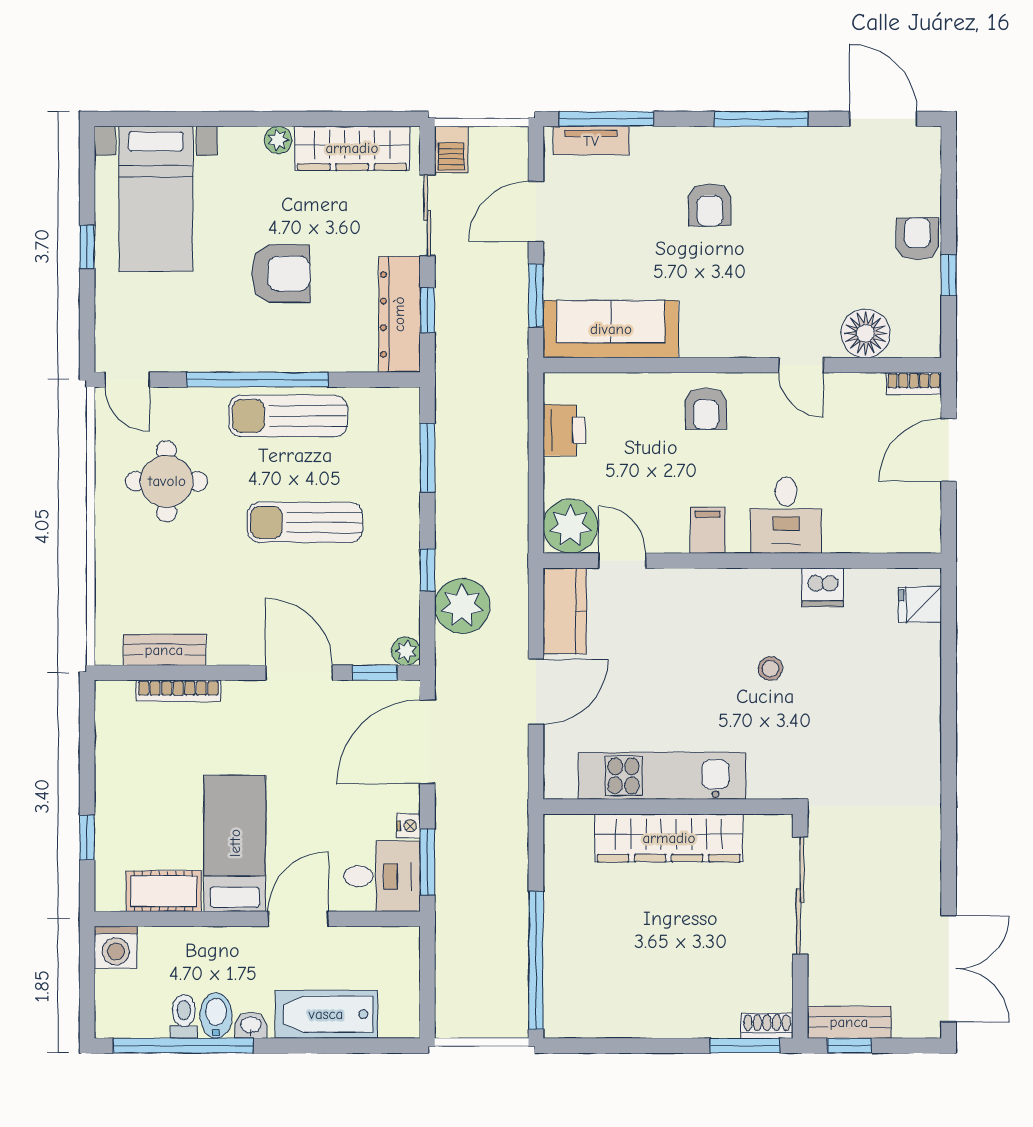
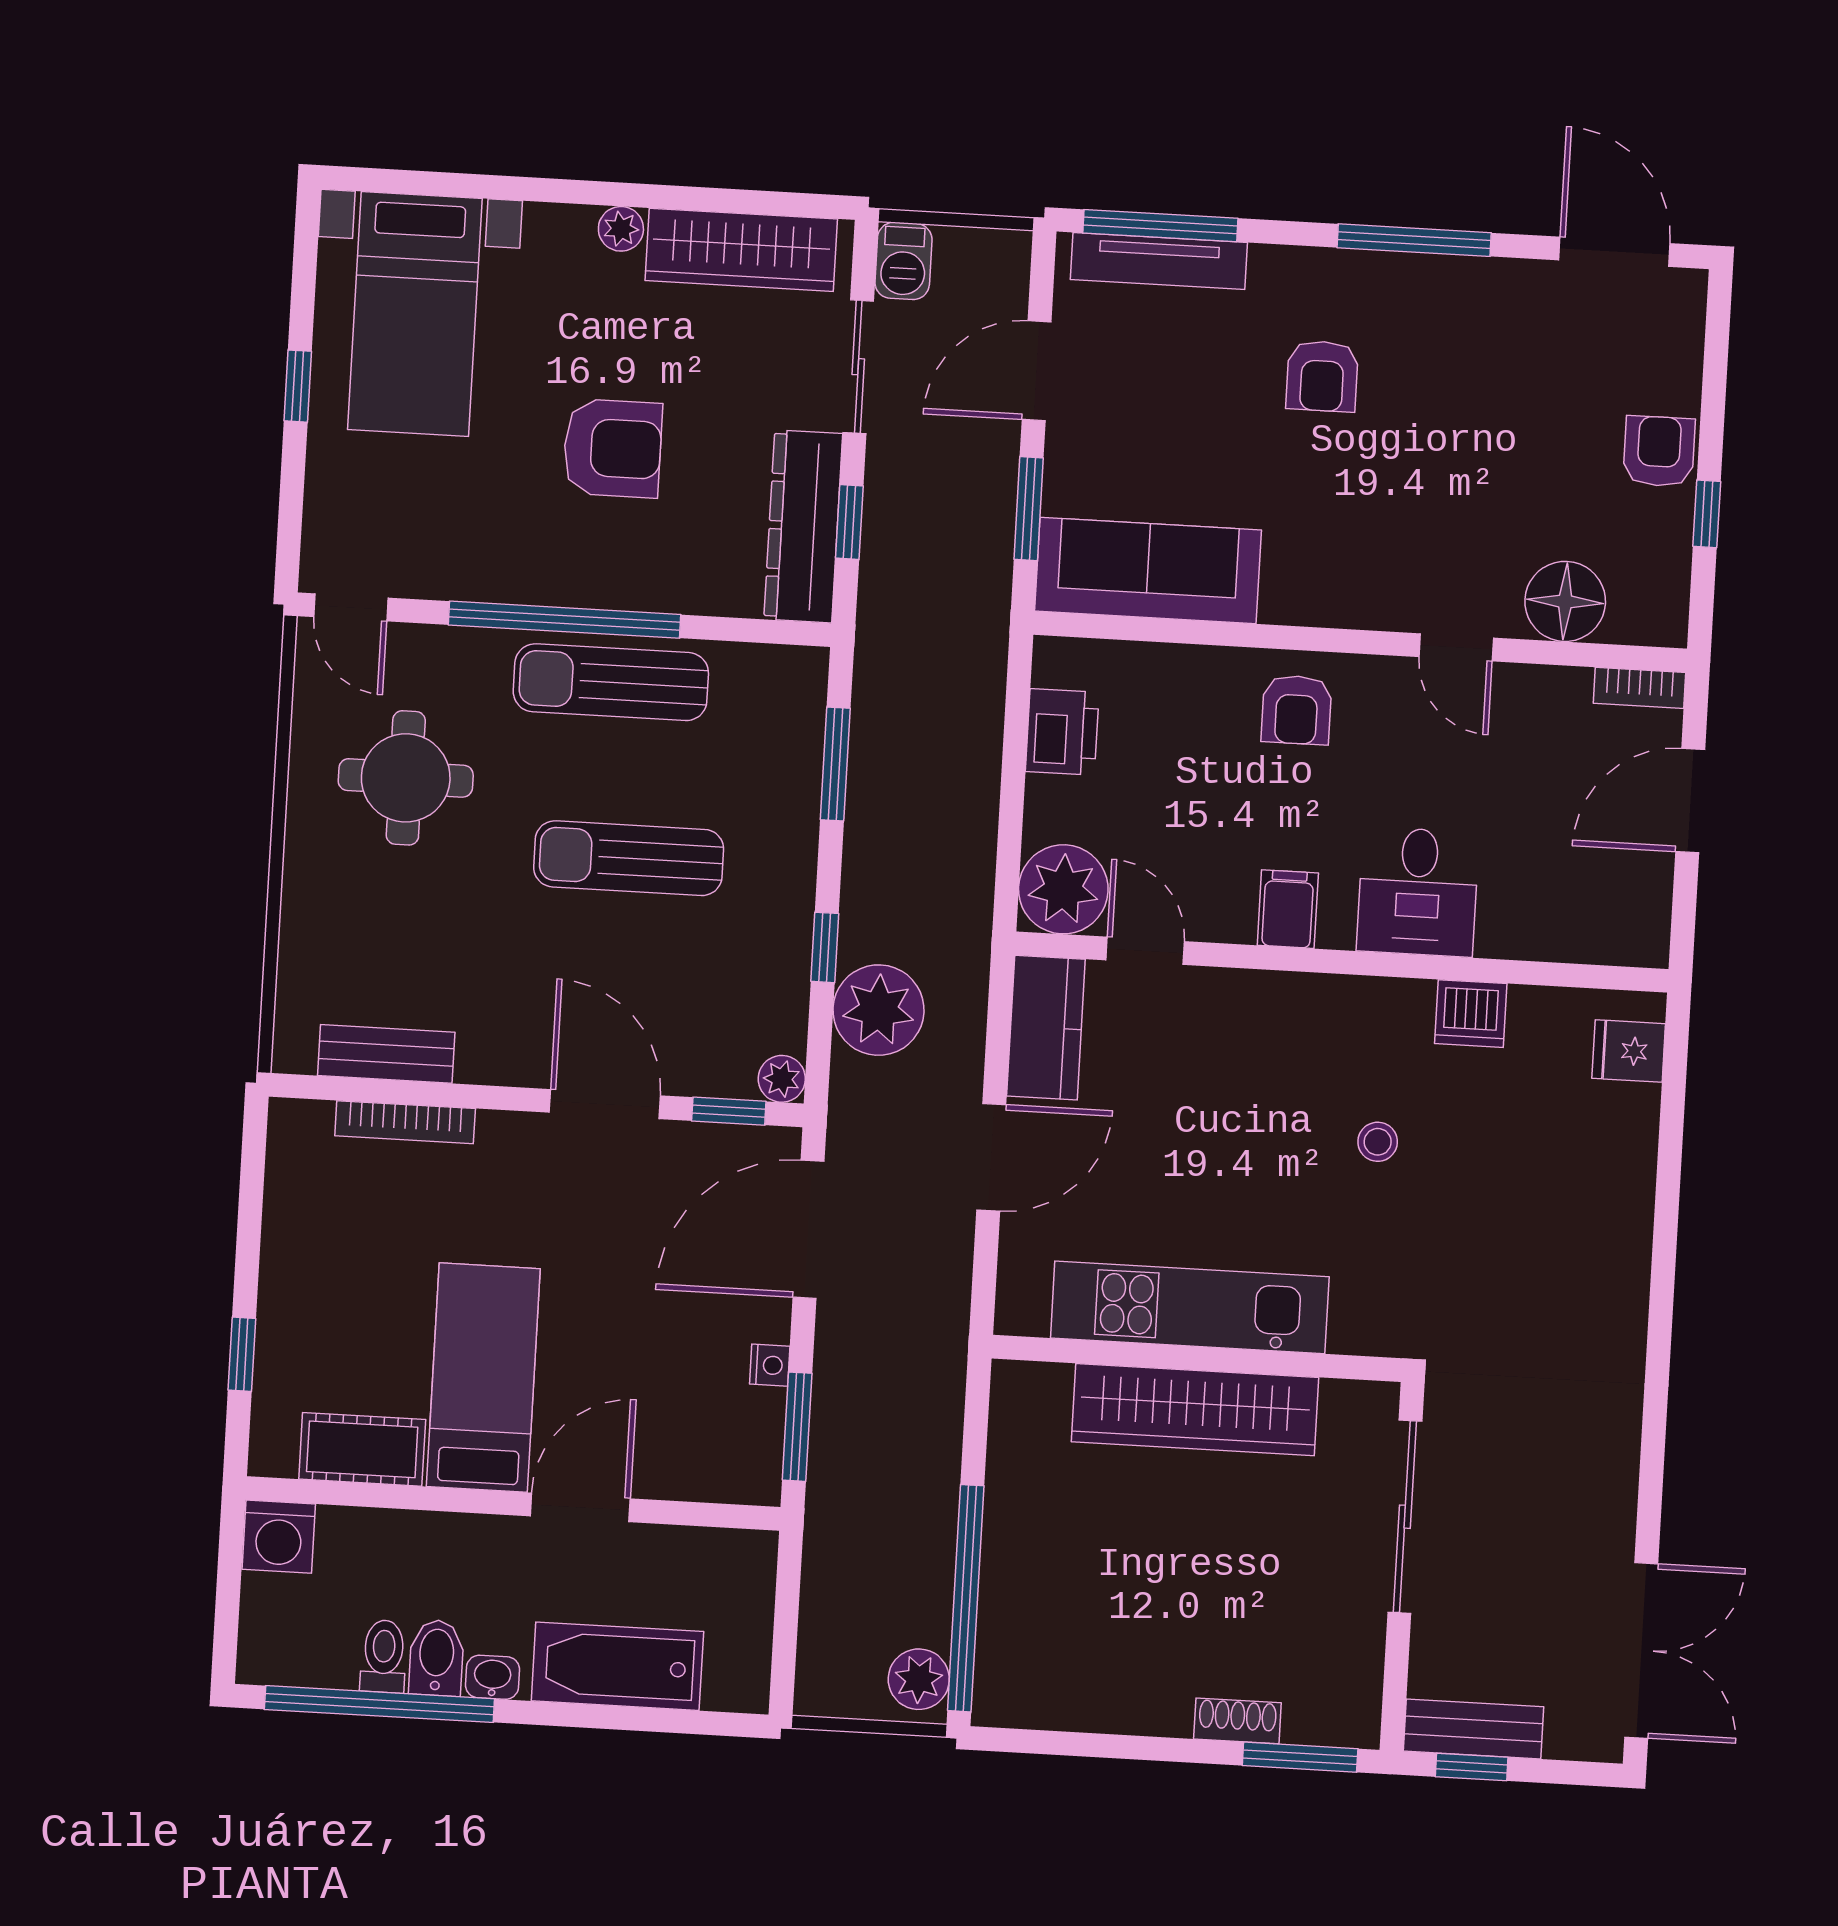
tv unit: (591, 141) -> (1159, 261), width x1.41
desk: (382, 876) -> (721, 1445), removed
plant: (510, 1012) -> (919, 1679), added
shoe rack: (767, 1026) -> (1237, 1721), moved

